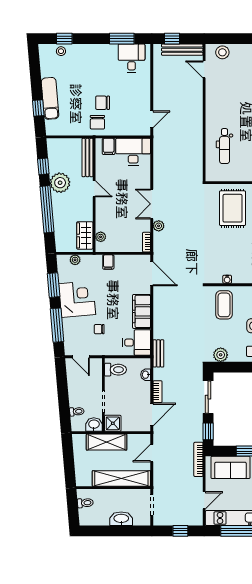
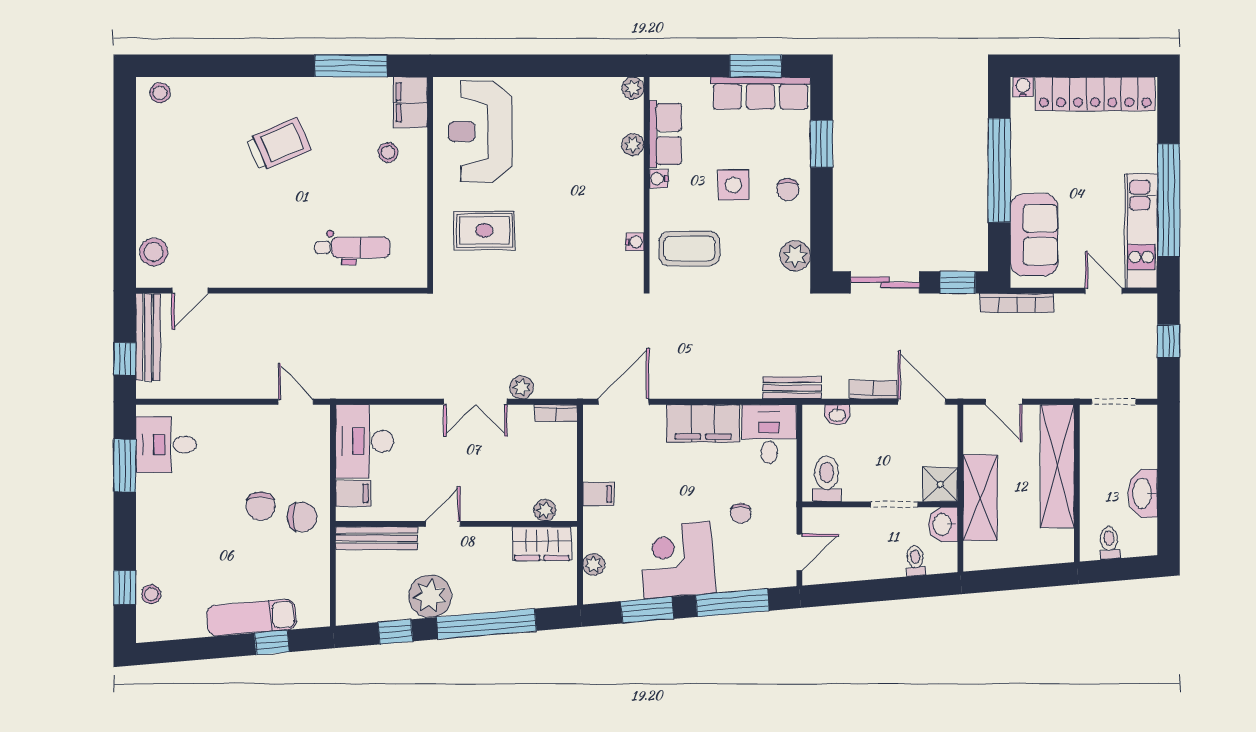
rug: (233, 208) -> (484, 231), width x0.73, depth x0.70
washbasin: (121, 519) -> (1143, 493), moved

